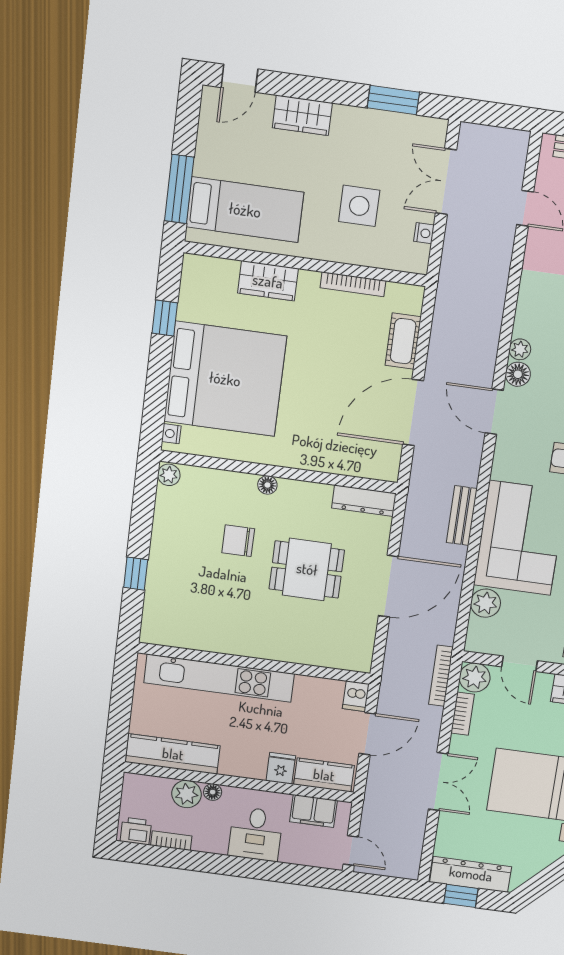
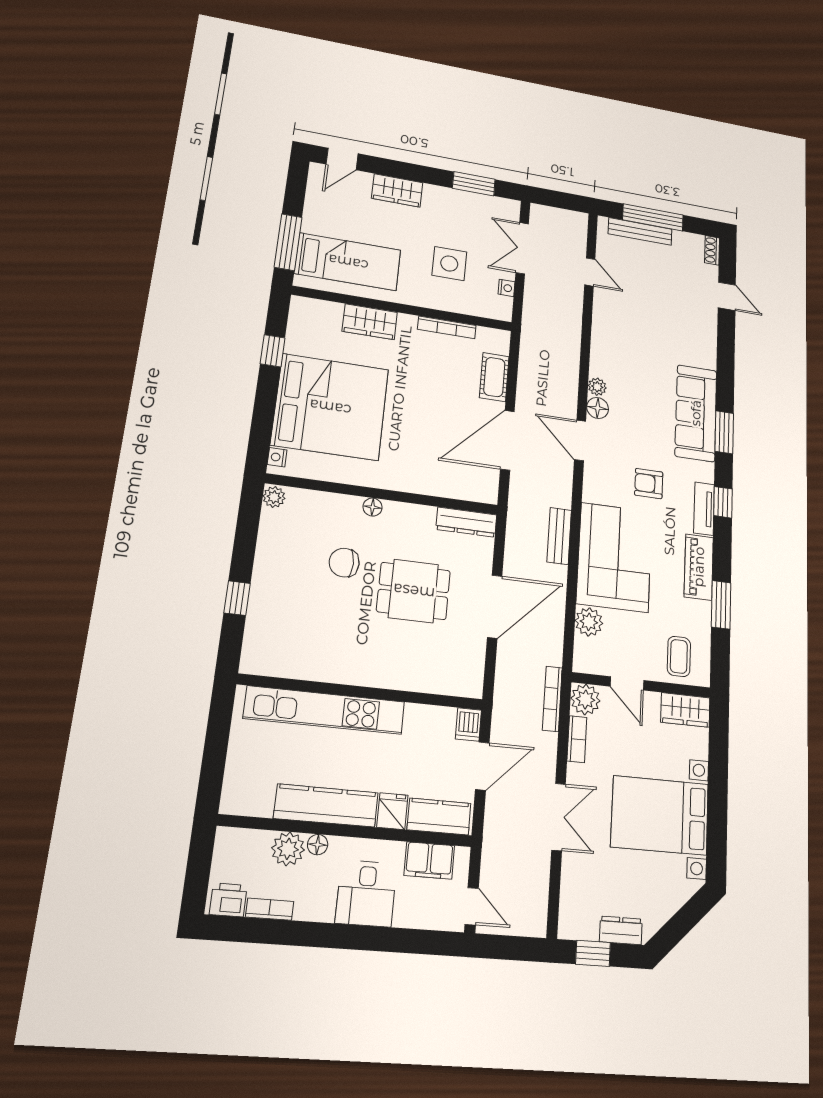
kitchen counter: (173, 754) -> (326, 805), moved
dresser: (471, 874) -> (621, 930), width x0.51, depth x0.80

